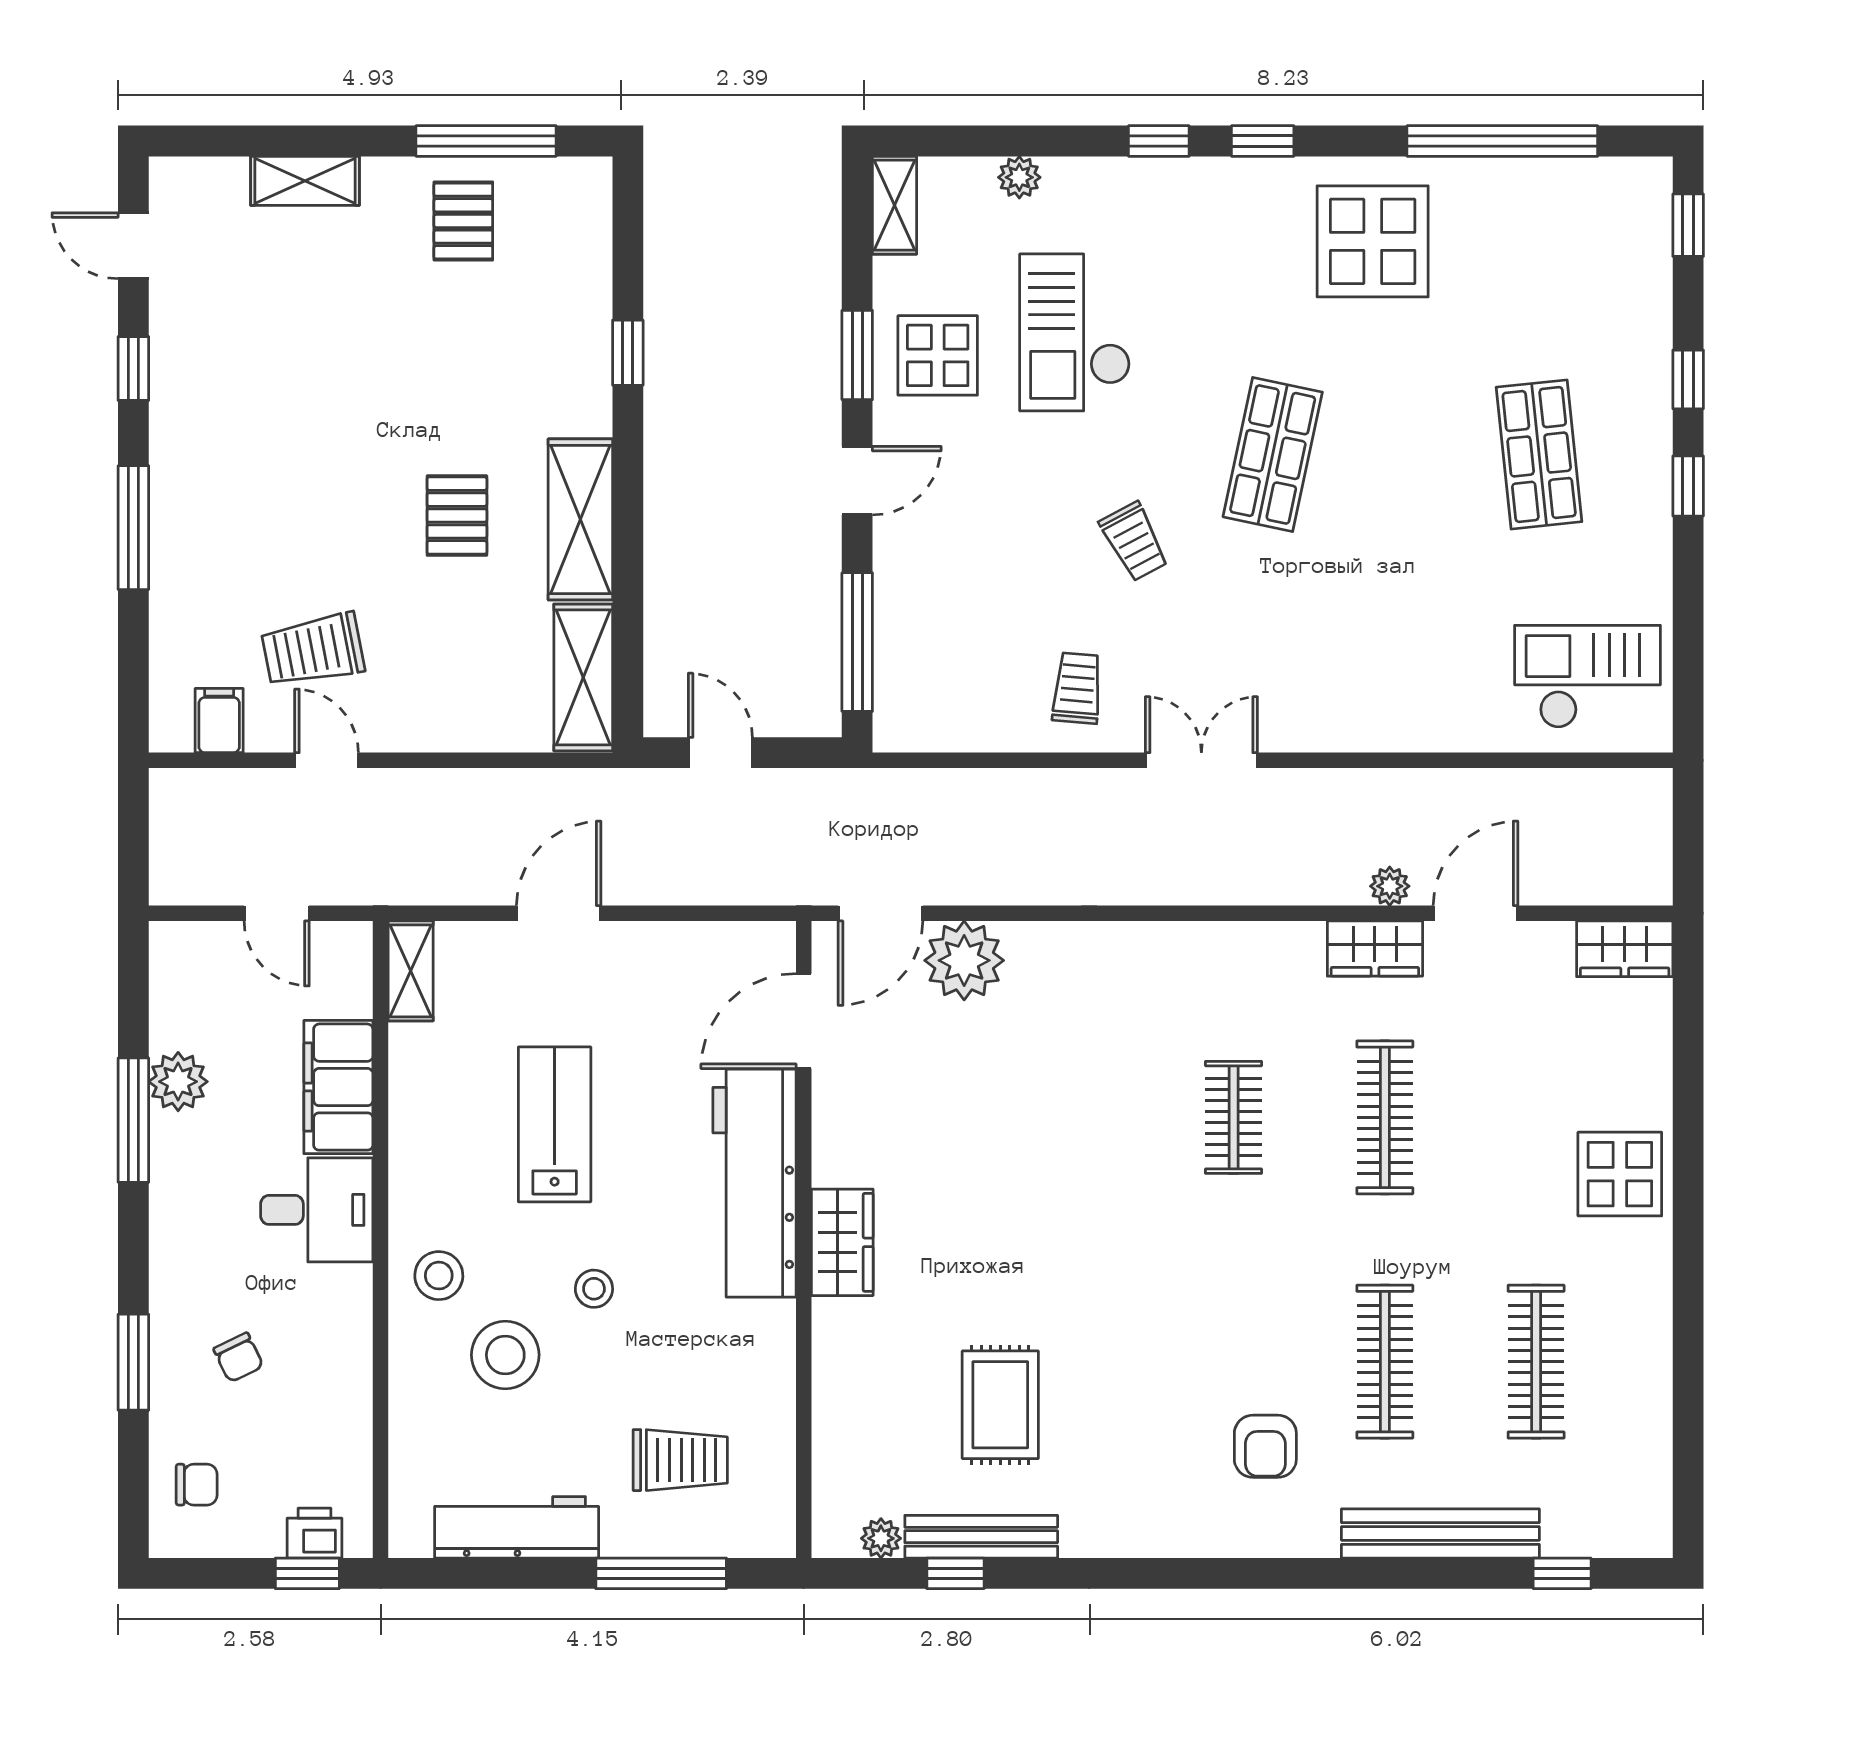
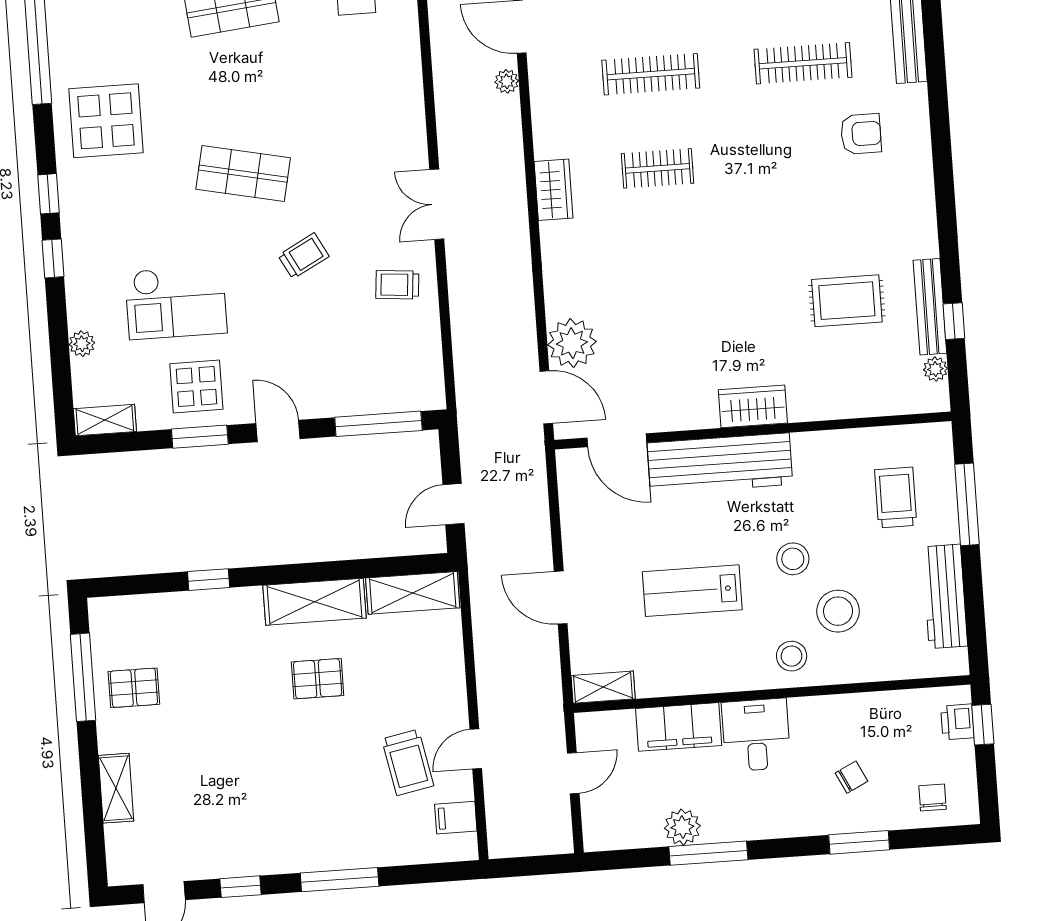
wardrobe: (1375, 949) -> (553, 190), moved
stool: (594, 1289) -> (793, 559), width x1.37, depth x1.37

